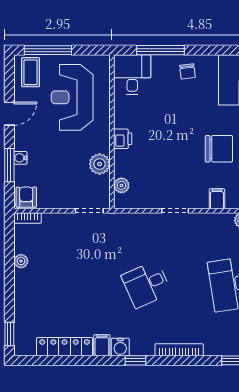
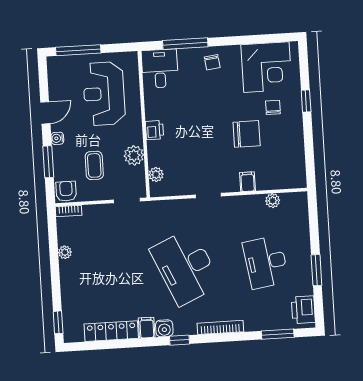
coffee table: (31, 72) -> (94, 165), moved
water cooler: (20, 158) -> (57, 138), moved
desk: (146, 284) -> (185, 267), width x1.87, depth x1.30

